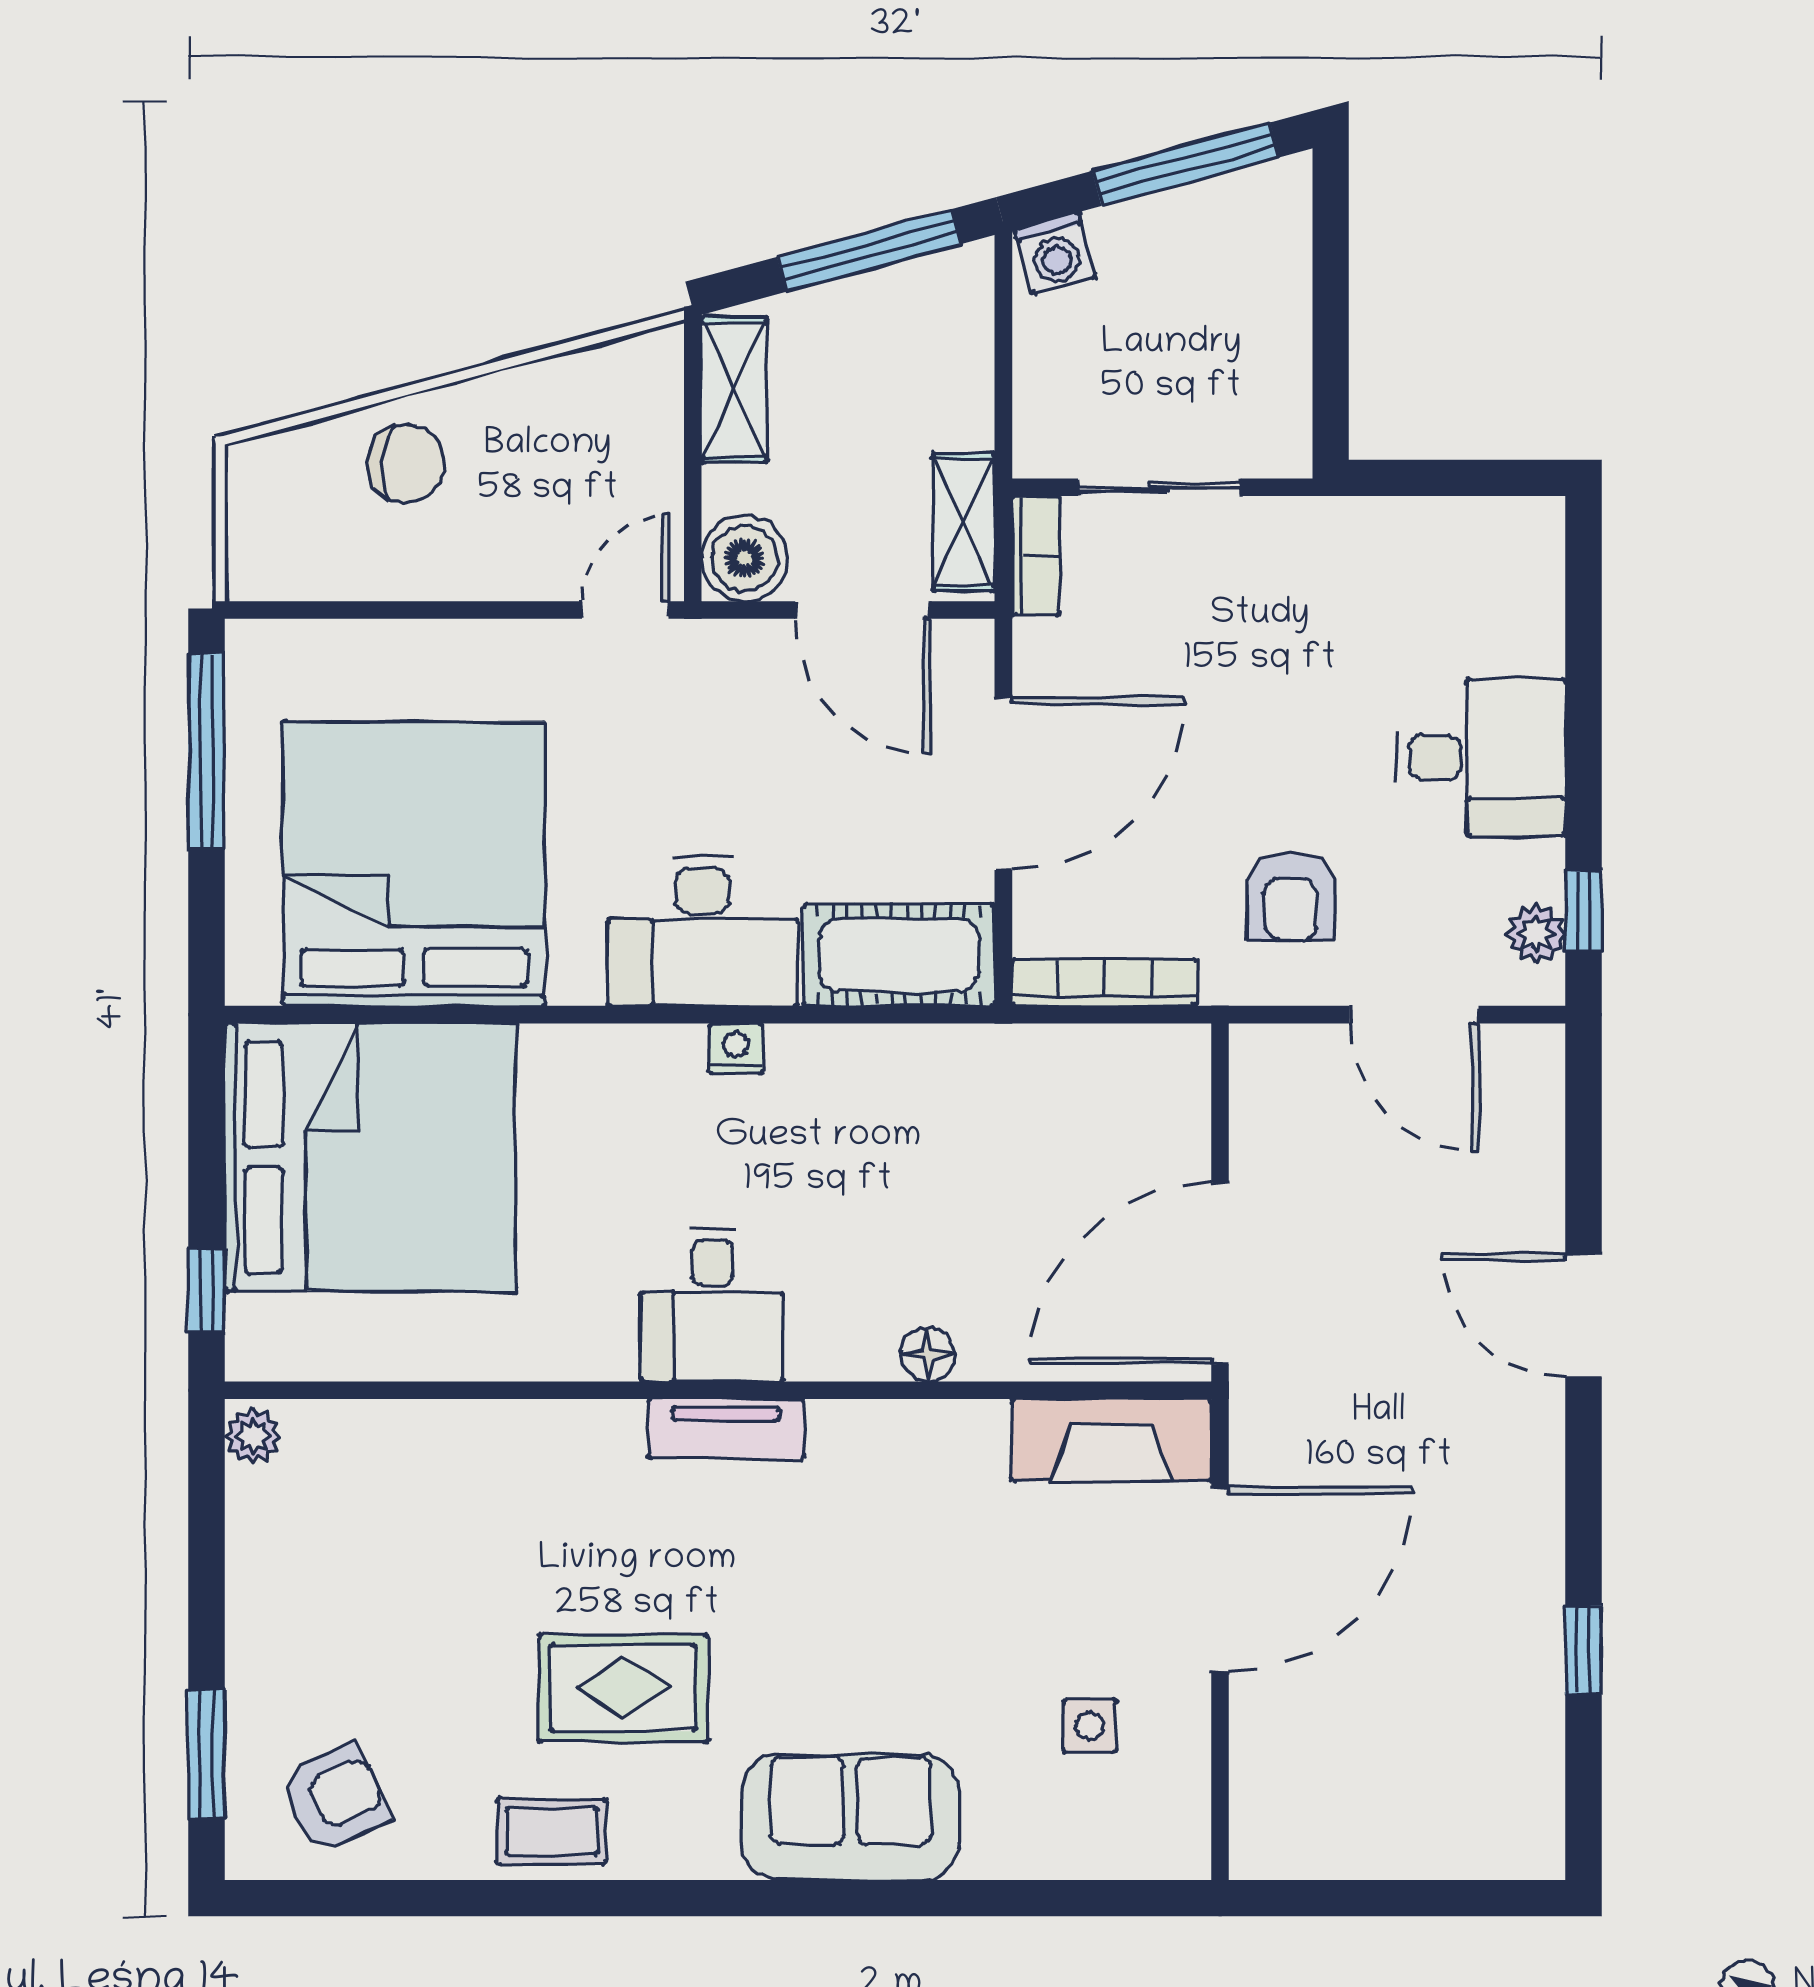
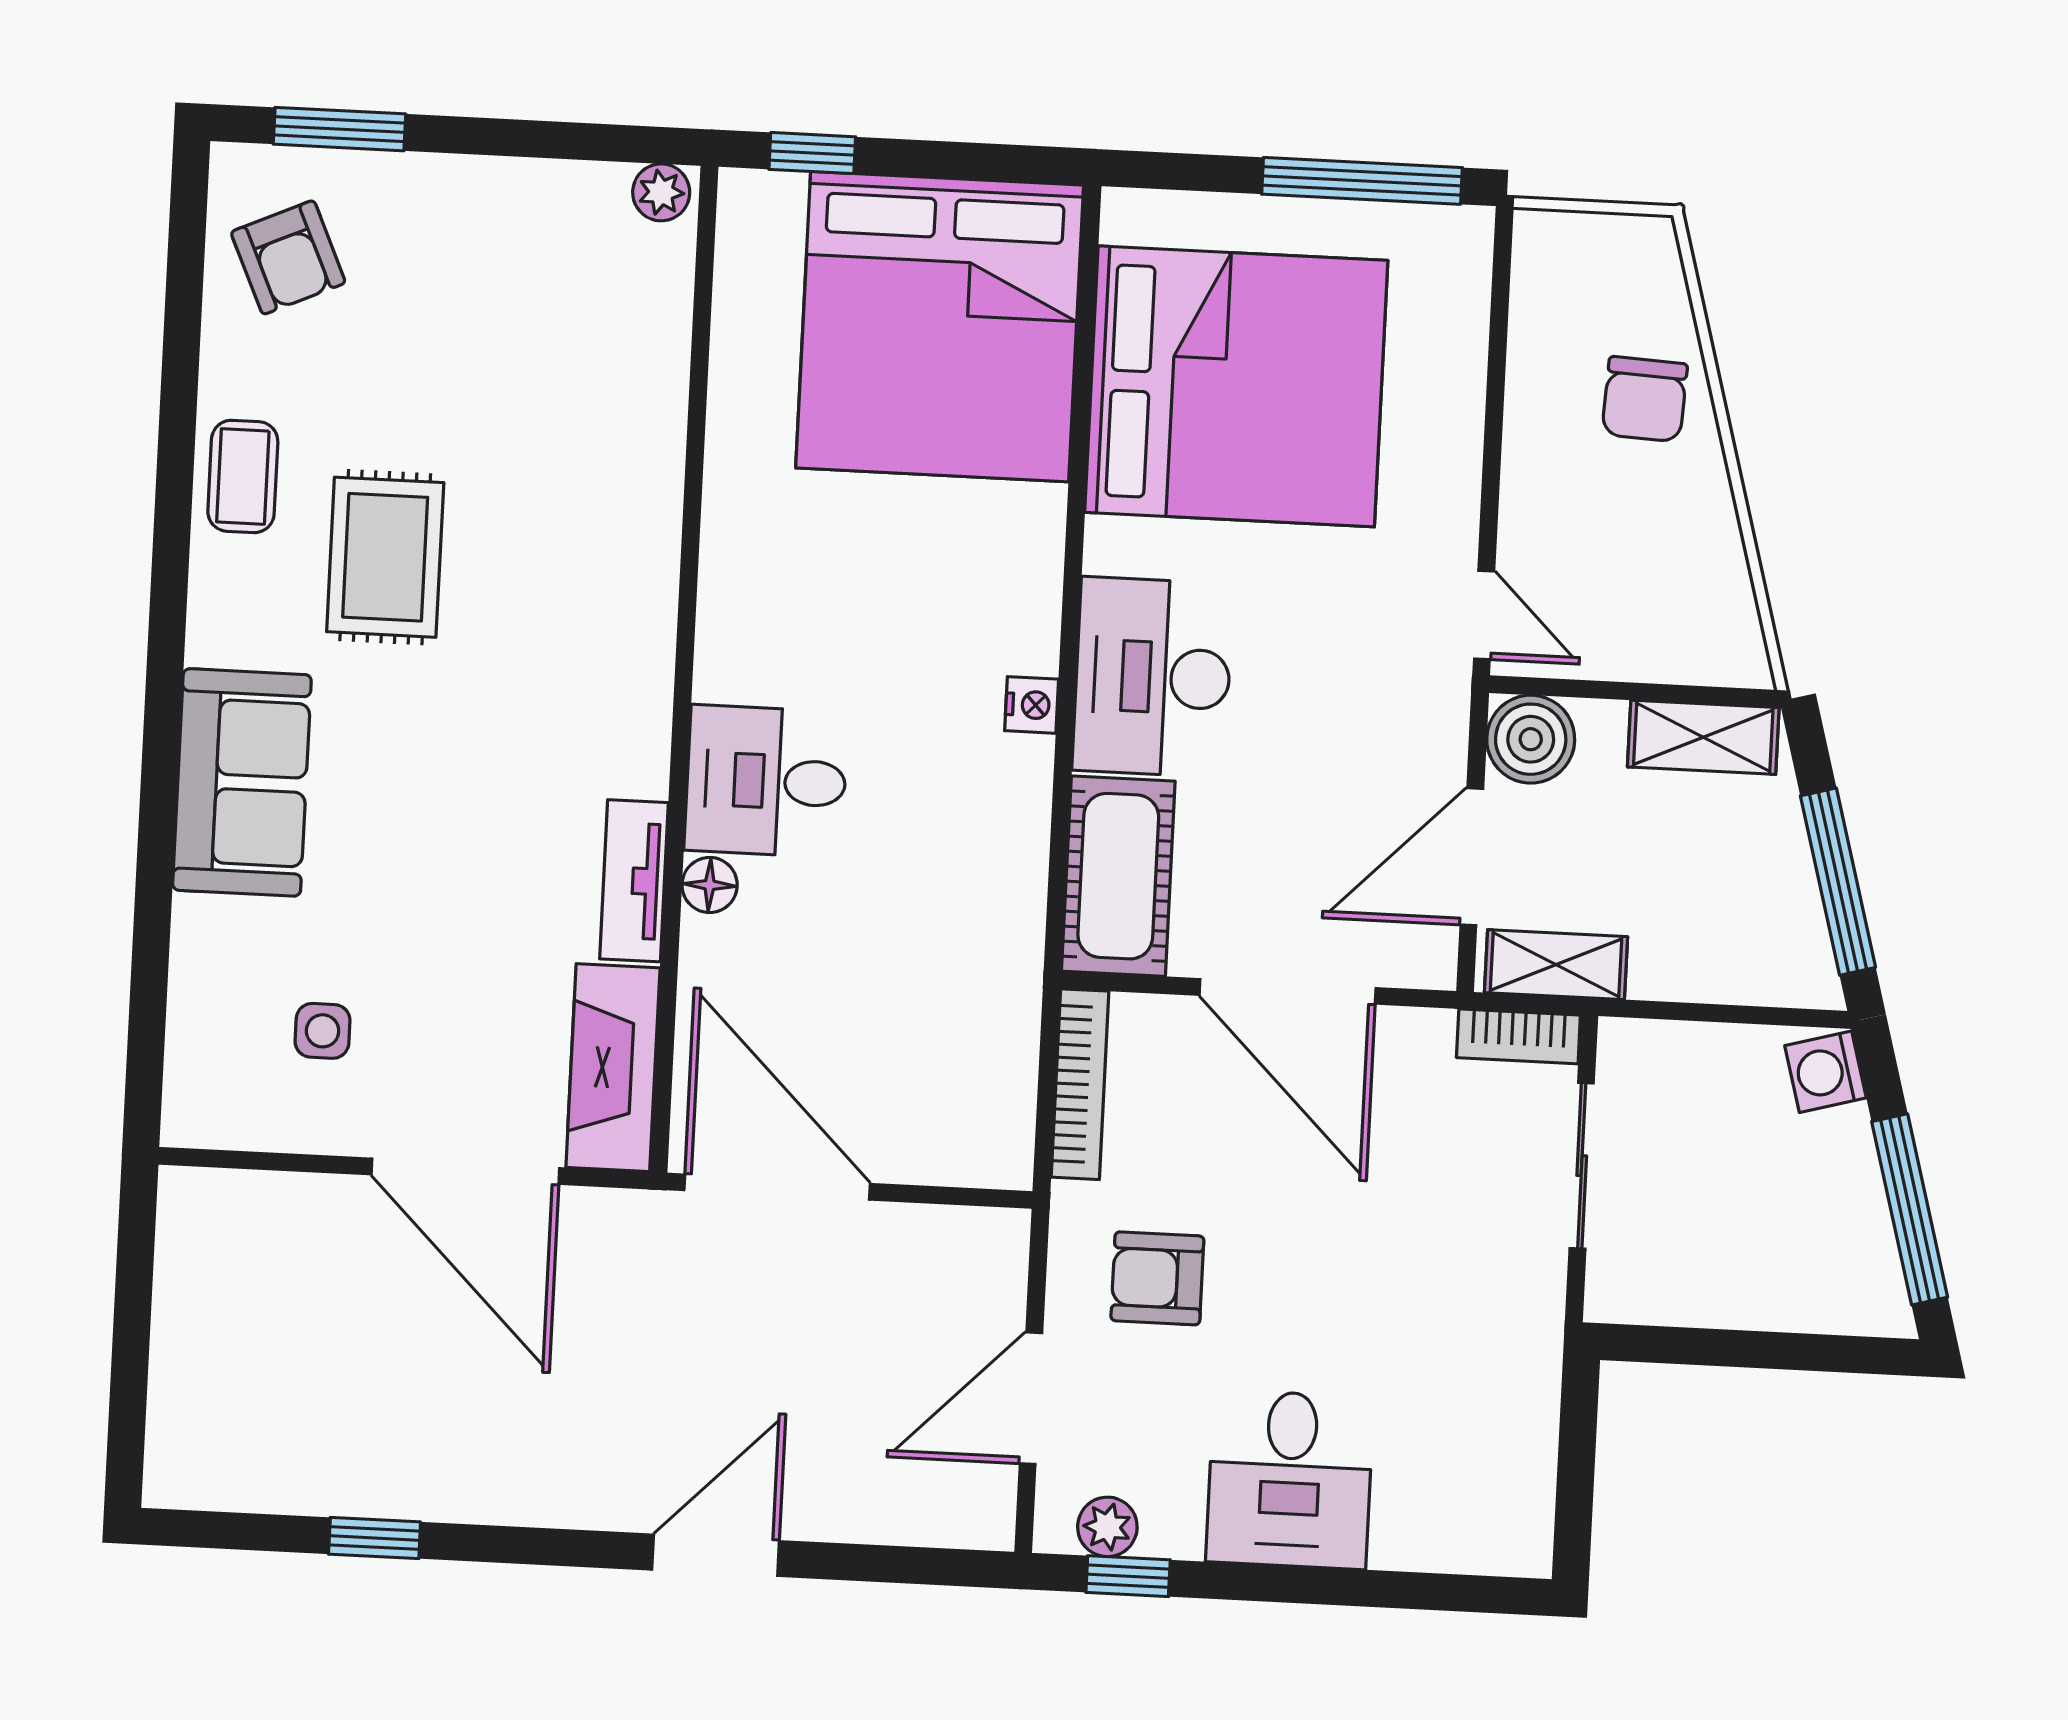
desk: (712, 1304) -> (766, 781), moved
tv unit: (726, 1429) -> (634, 881), moved

